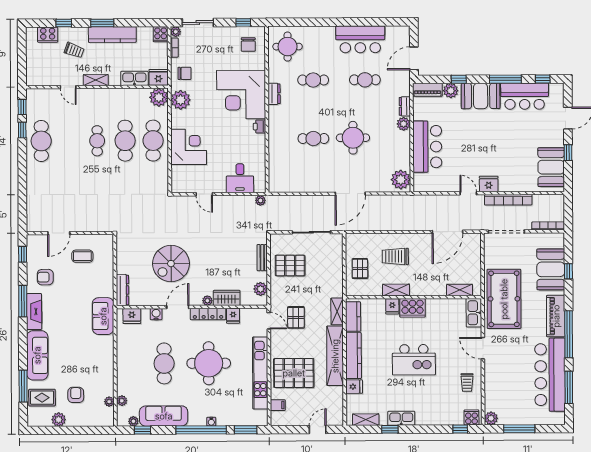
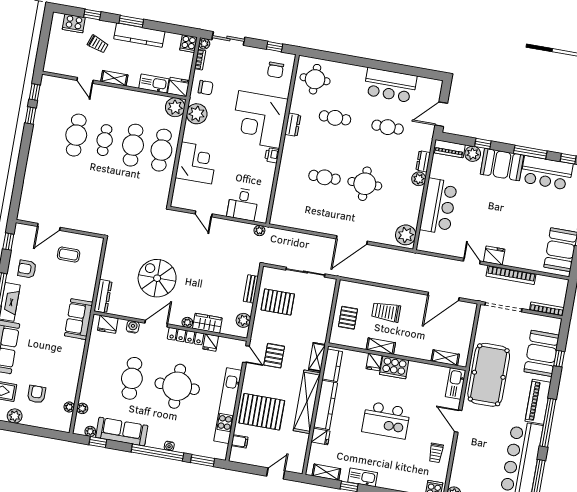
cafe table: (41, 141) -> (76, 135), moved
spiral stairs: (171, 264) -> (157, 278), turned 90

